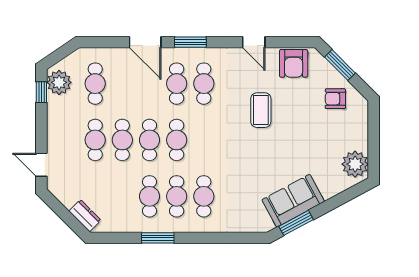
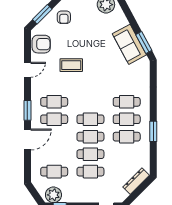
dresser: (85, 216) -> (136, 181), width x1.44

